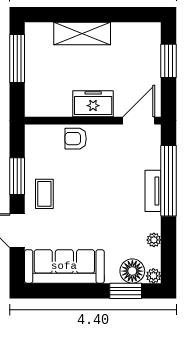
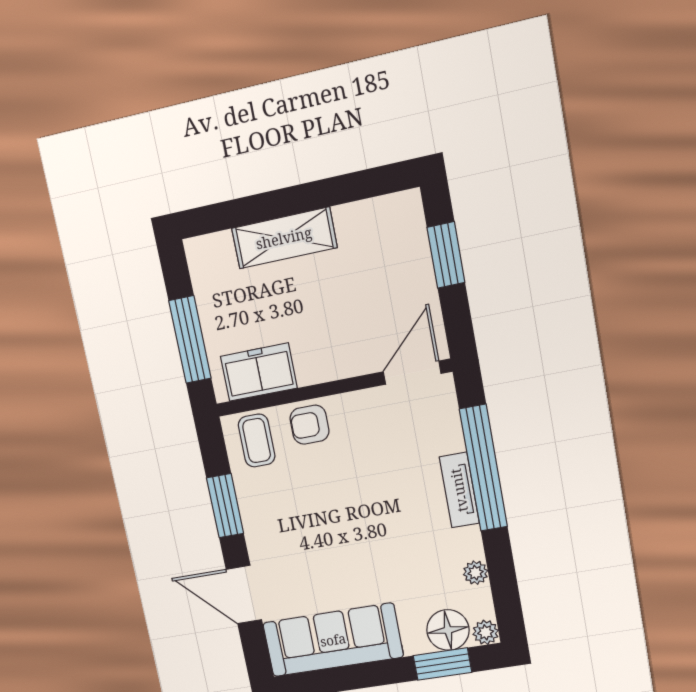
window: (17, 58) -> (190, 339), moved
freezer: (93, 104) -> (259, 372), moved
coffee table: (44, 194) -> (257, 441), moved

